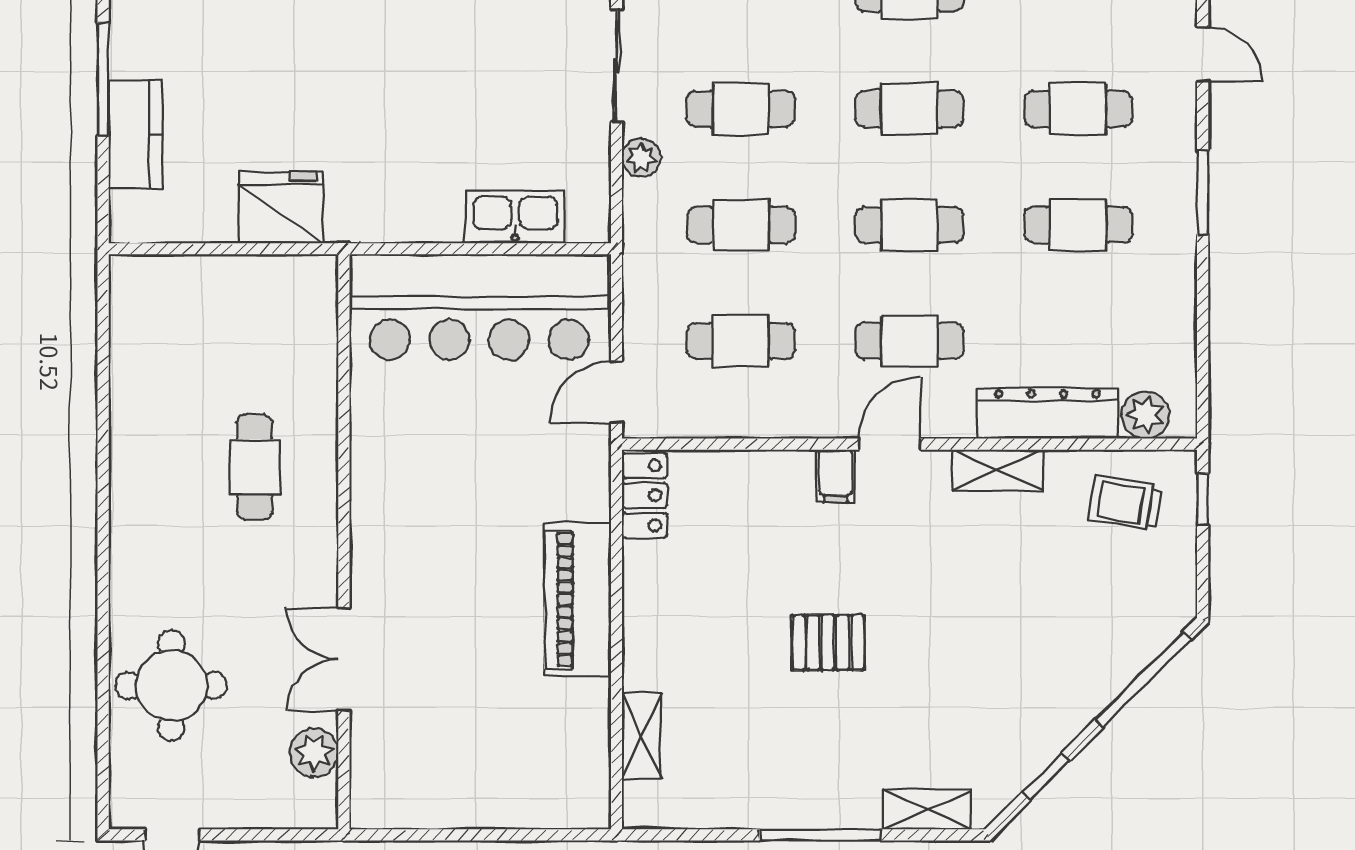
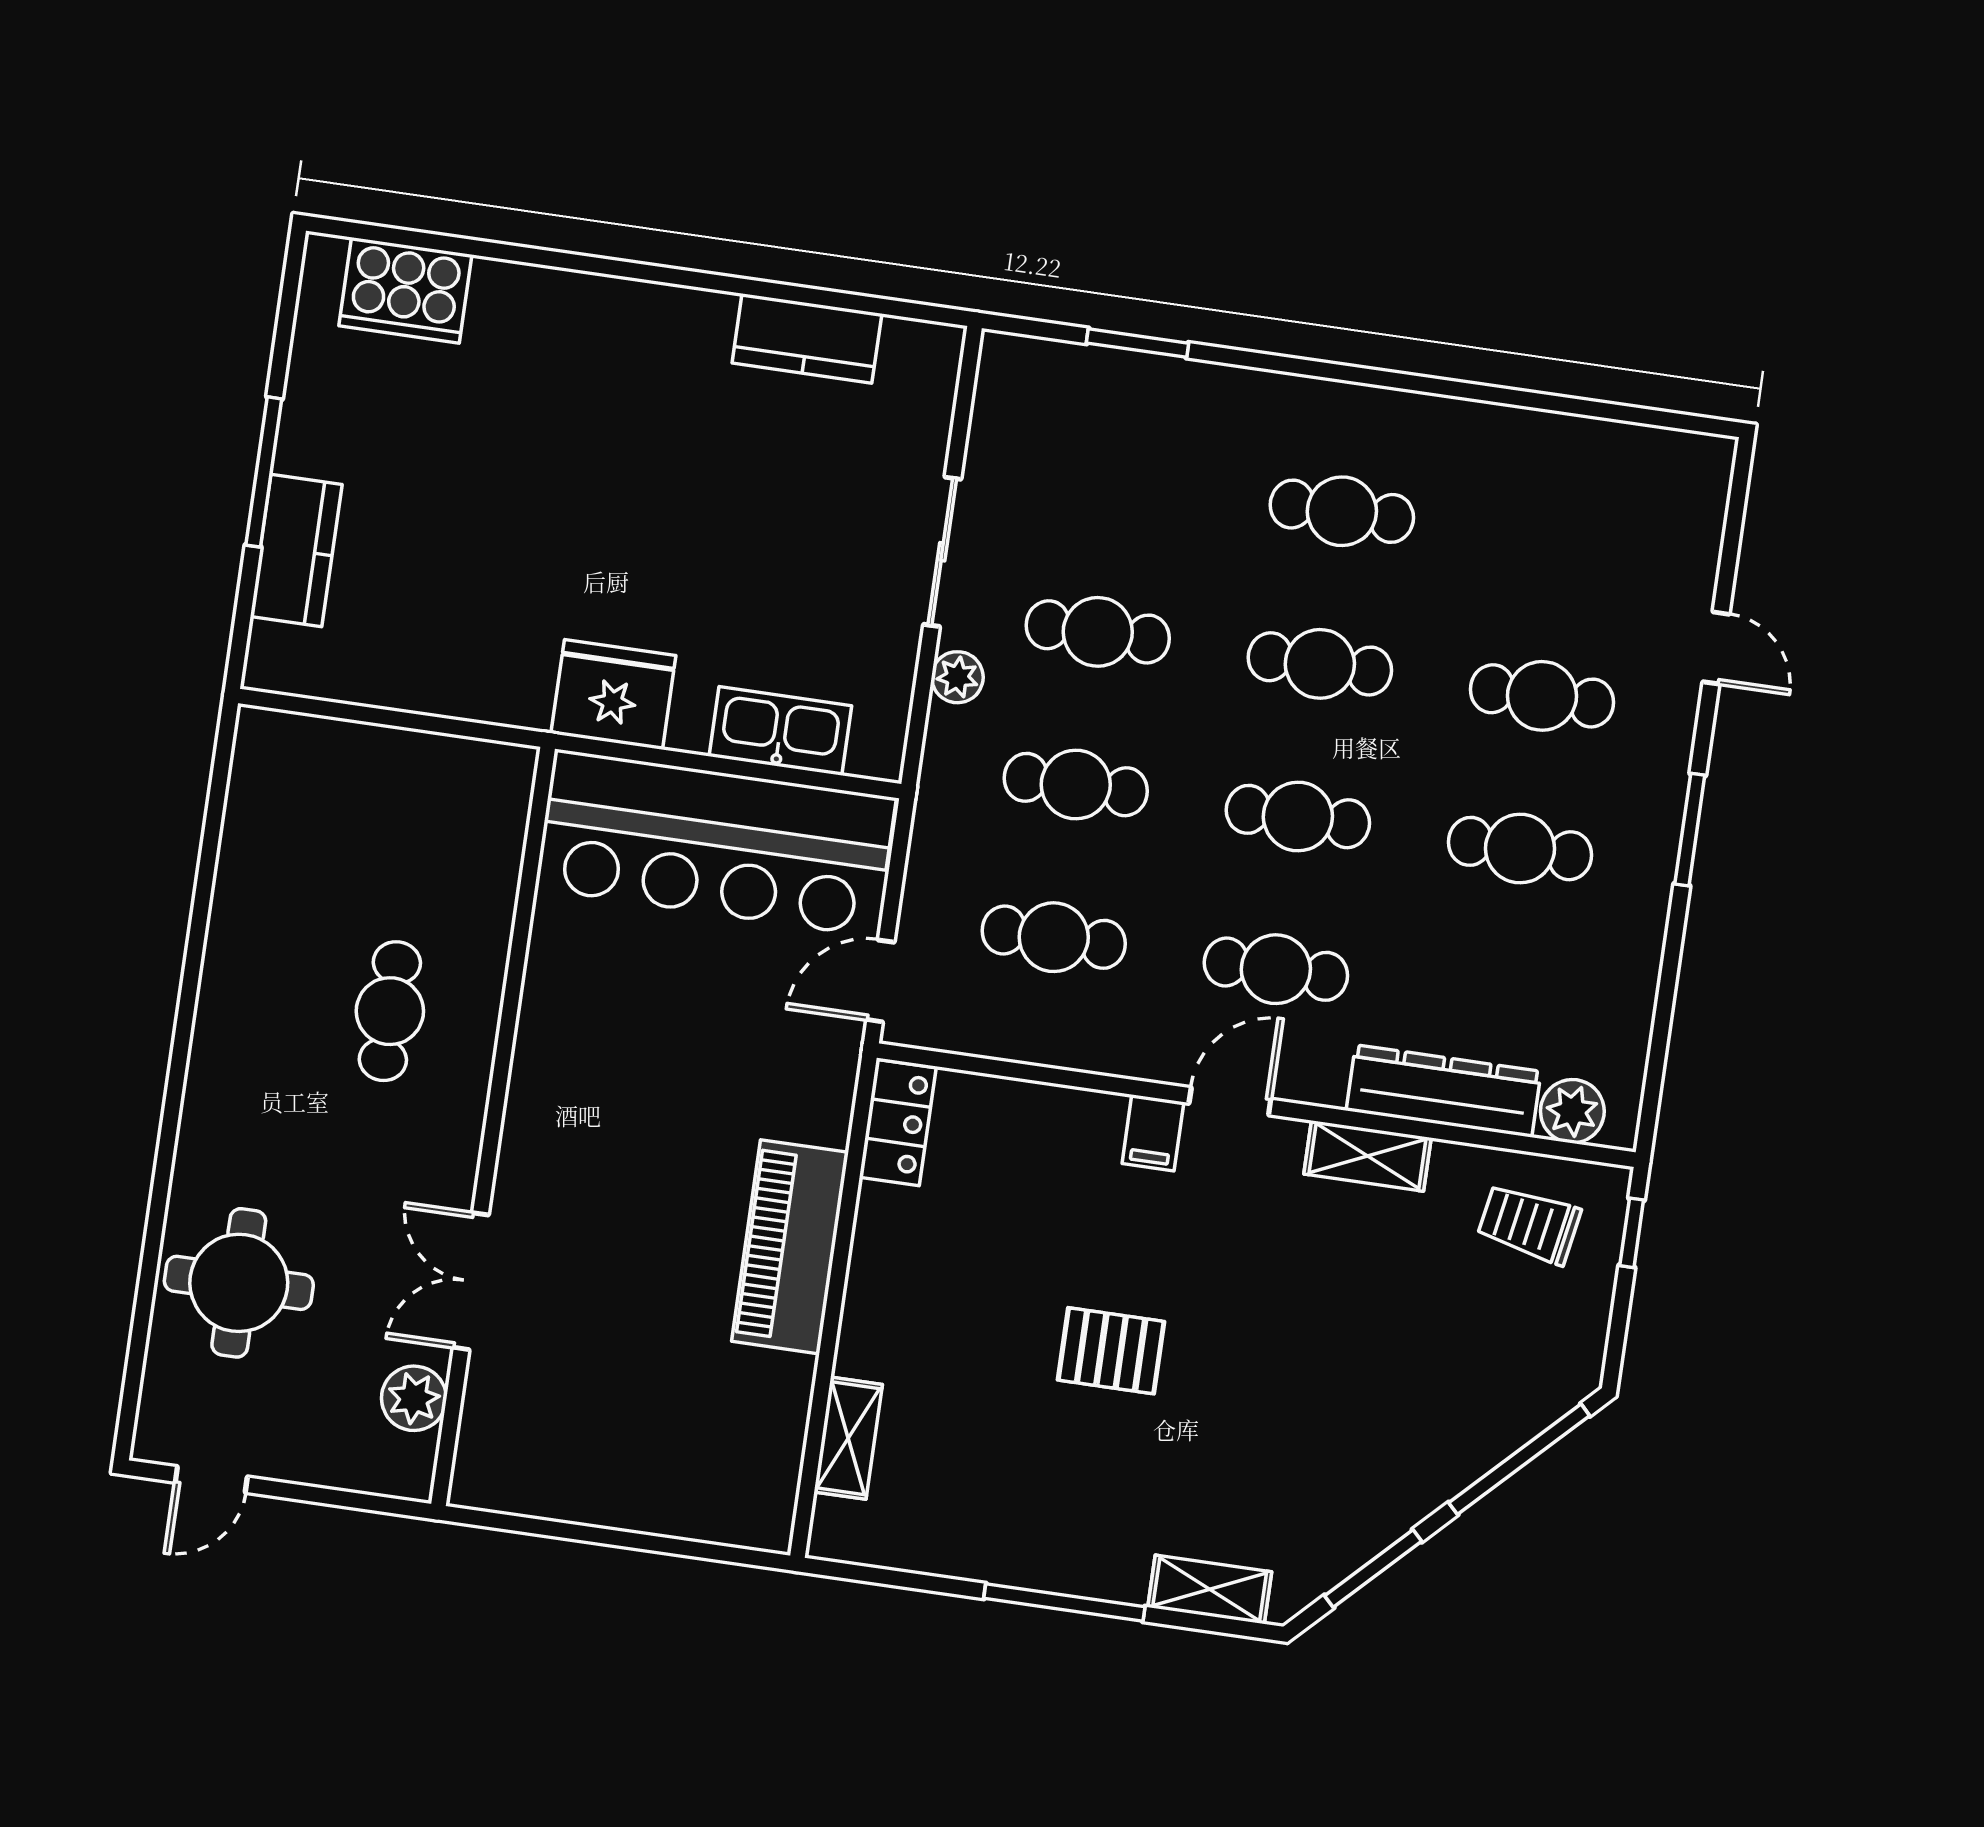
fridge: (281, 207) -> (613, 694), moved
window: (1046, 776) -> (1373, 1569), width x1.50

